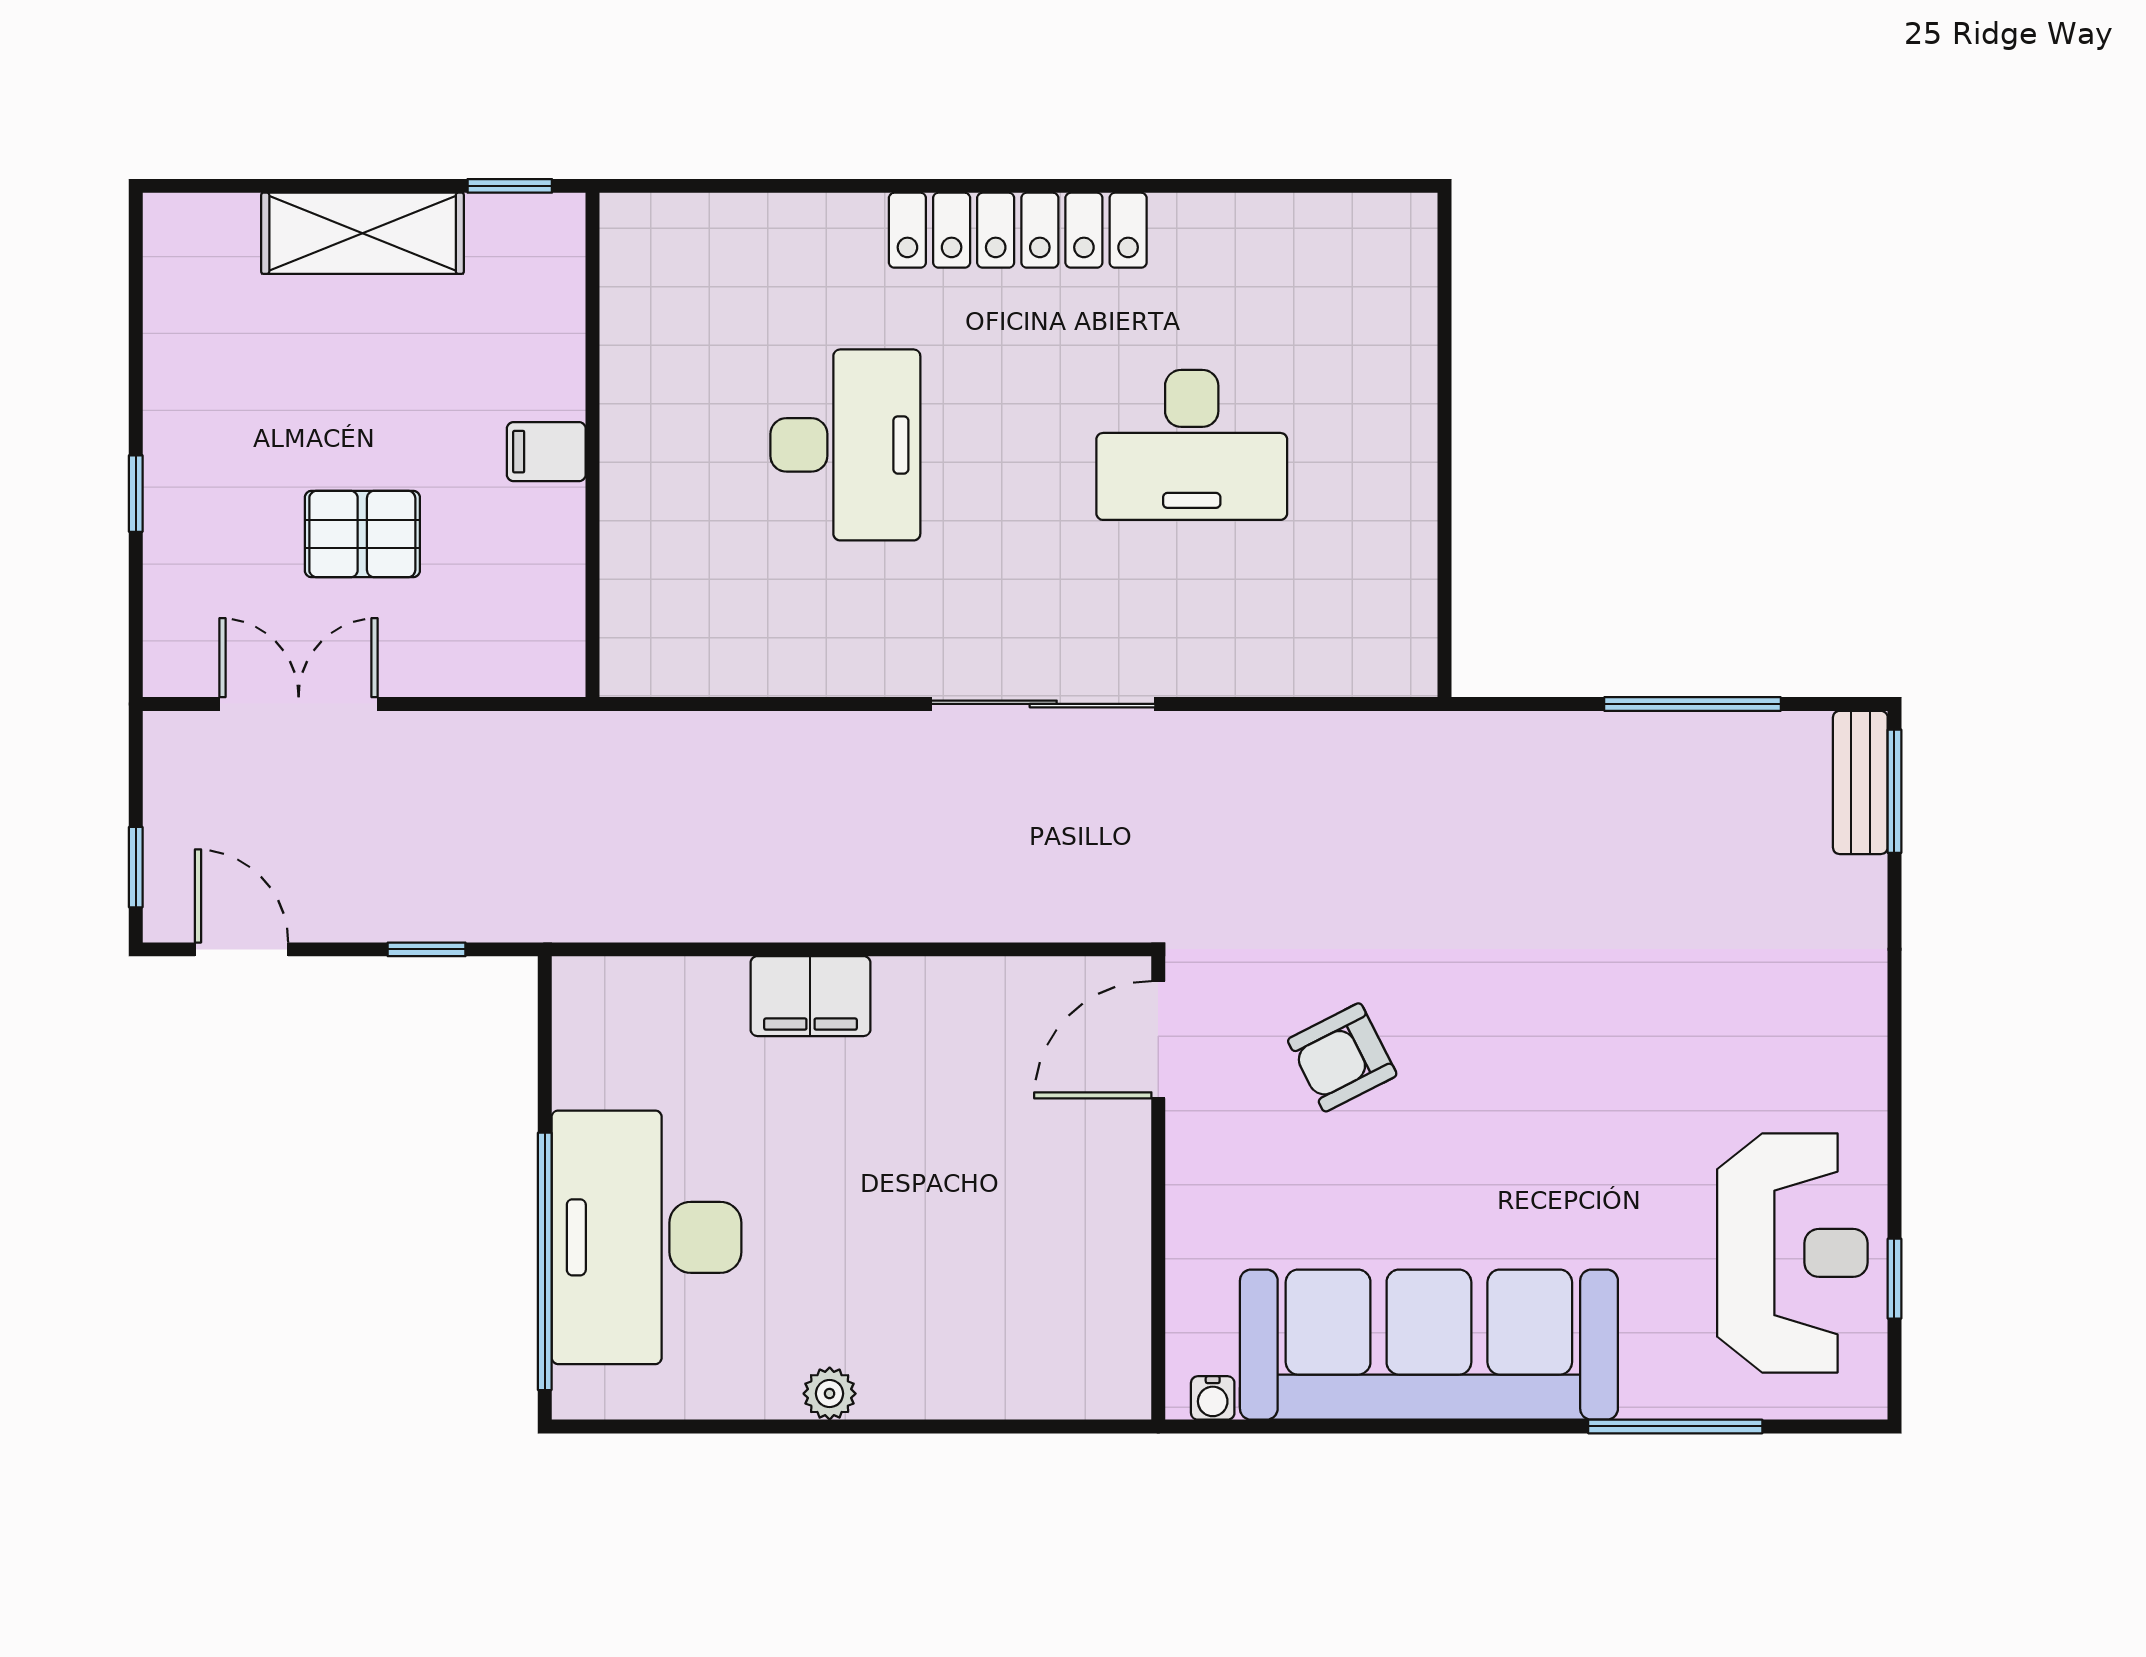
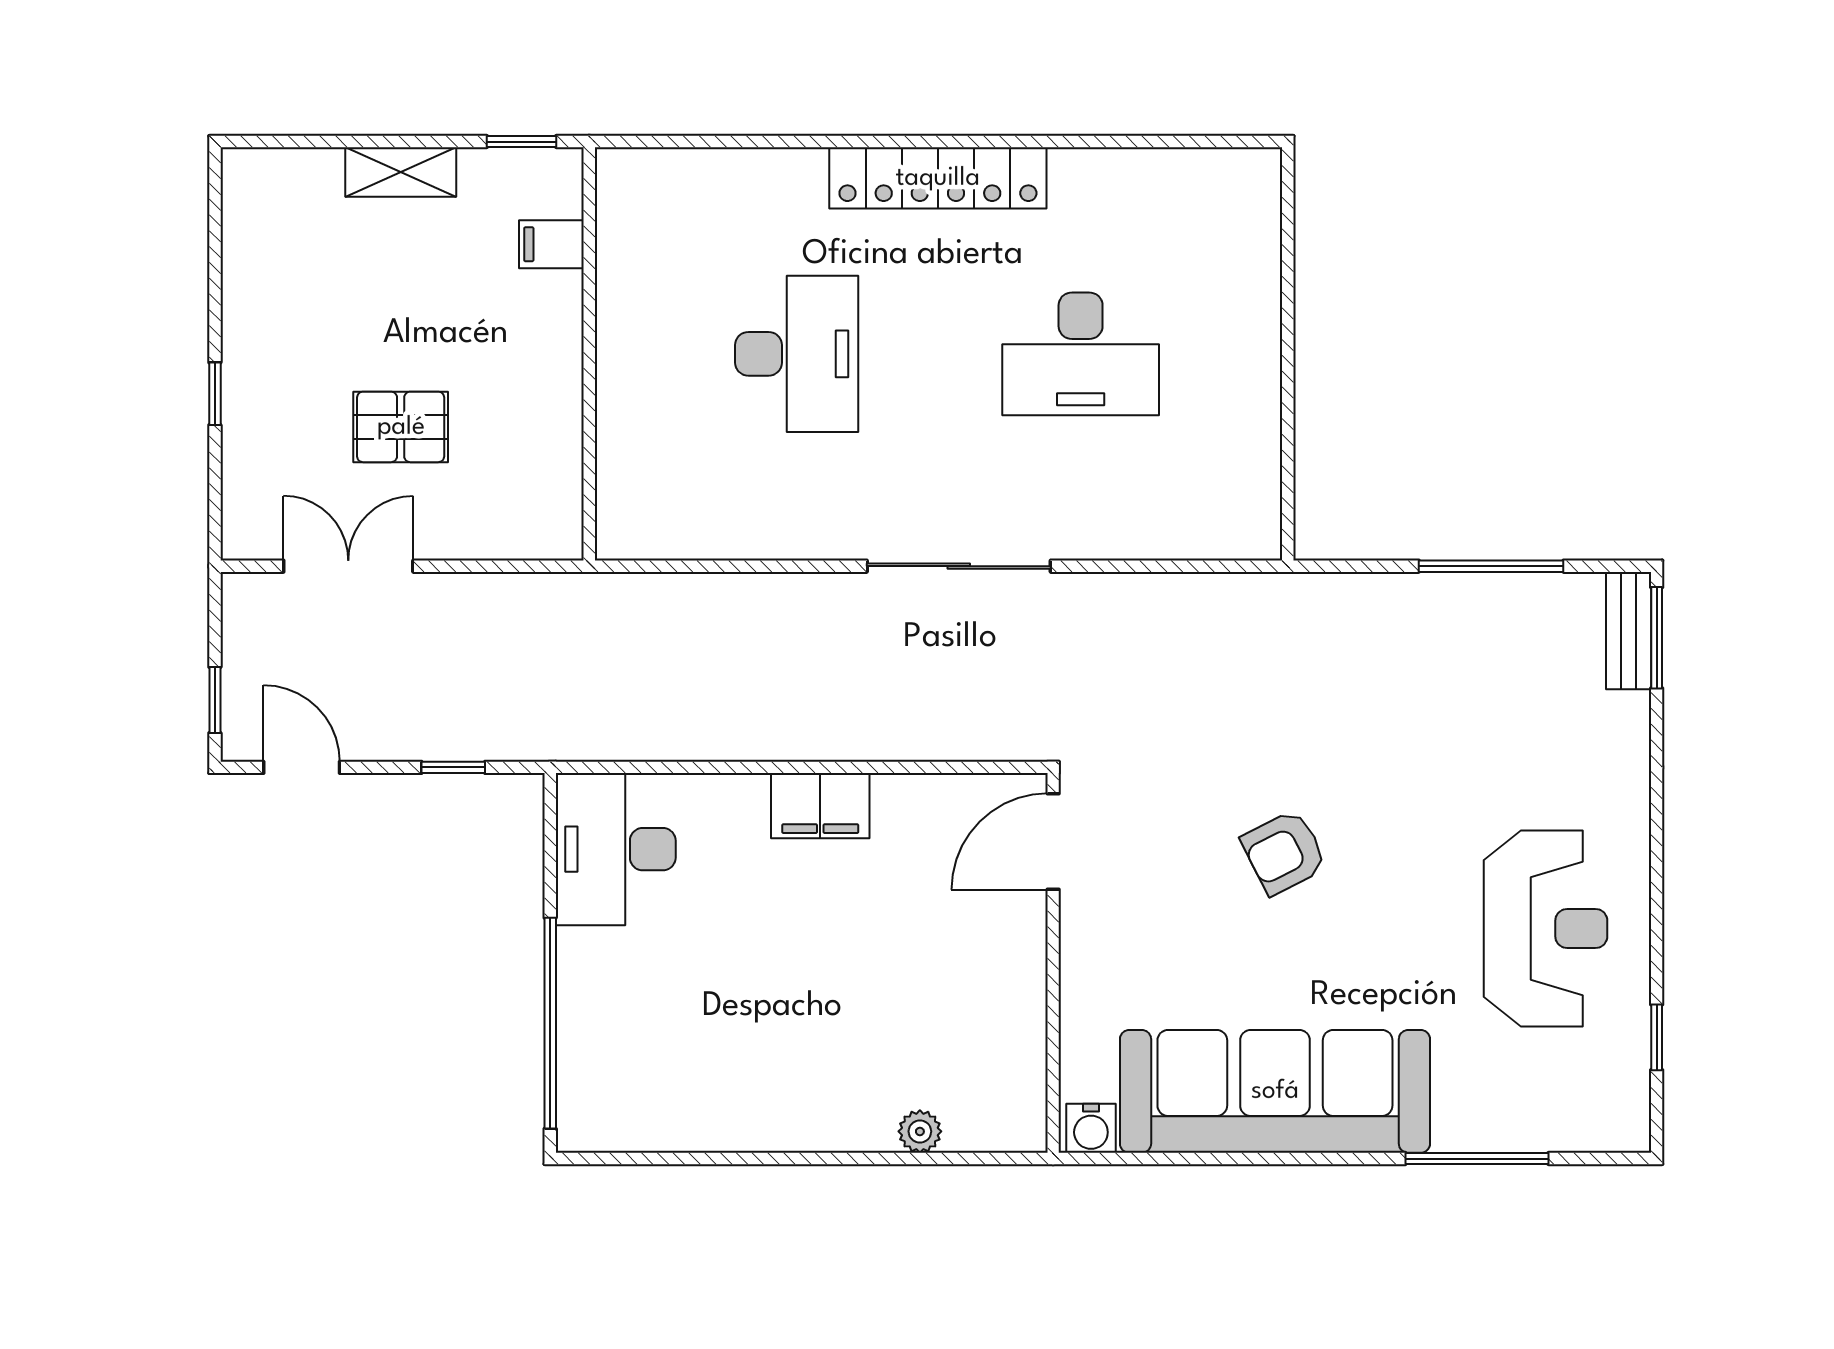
shelving: (363, 233) -> (401, 172), width x0.67, depth x0.75
filing cabinet: (546, 452) -> (551, 244), moved
filing cabinet: (810, 996) -> (820, 806), moved
armchair: (1342, 1057) -> (1284, 852), moved
desk: (647, 1237) -> (616, 849), moved, width x0.73, depth x0.77
reception desk: (1792, 1253) -> (1546, 929), moved
plant: (830, 1394) -> (920, 1131), moved
water cooler: (1213, 1398) -> (1091, 1128), width x1.38, depth x1.38

